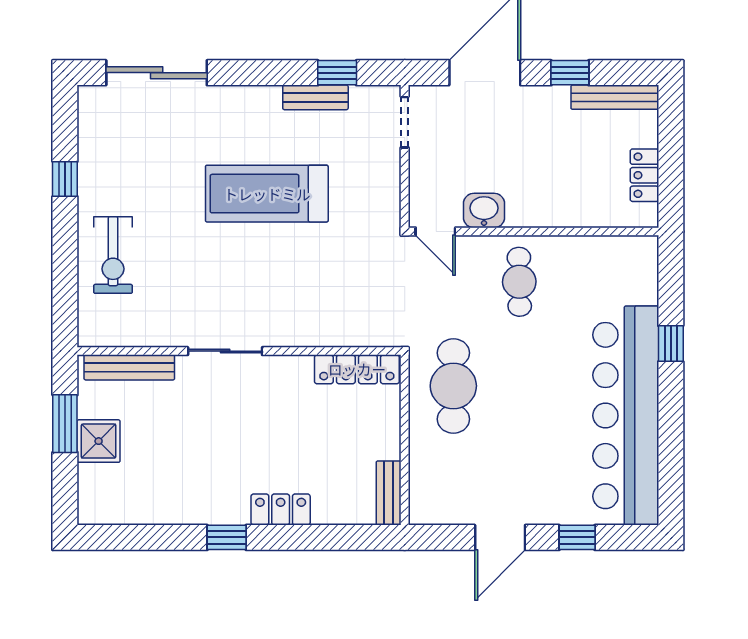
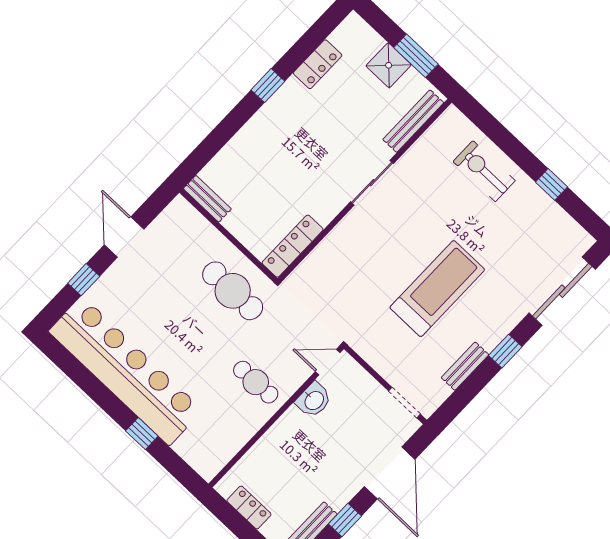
window: (337, 73) -> (505, 351), moved
locker: (281, 510) -> (318, 64), moved

